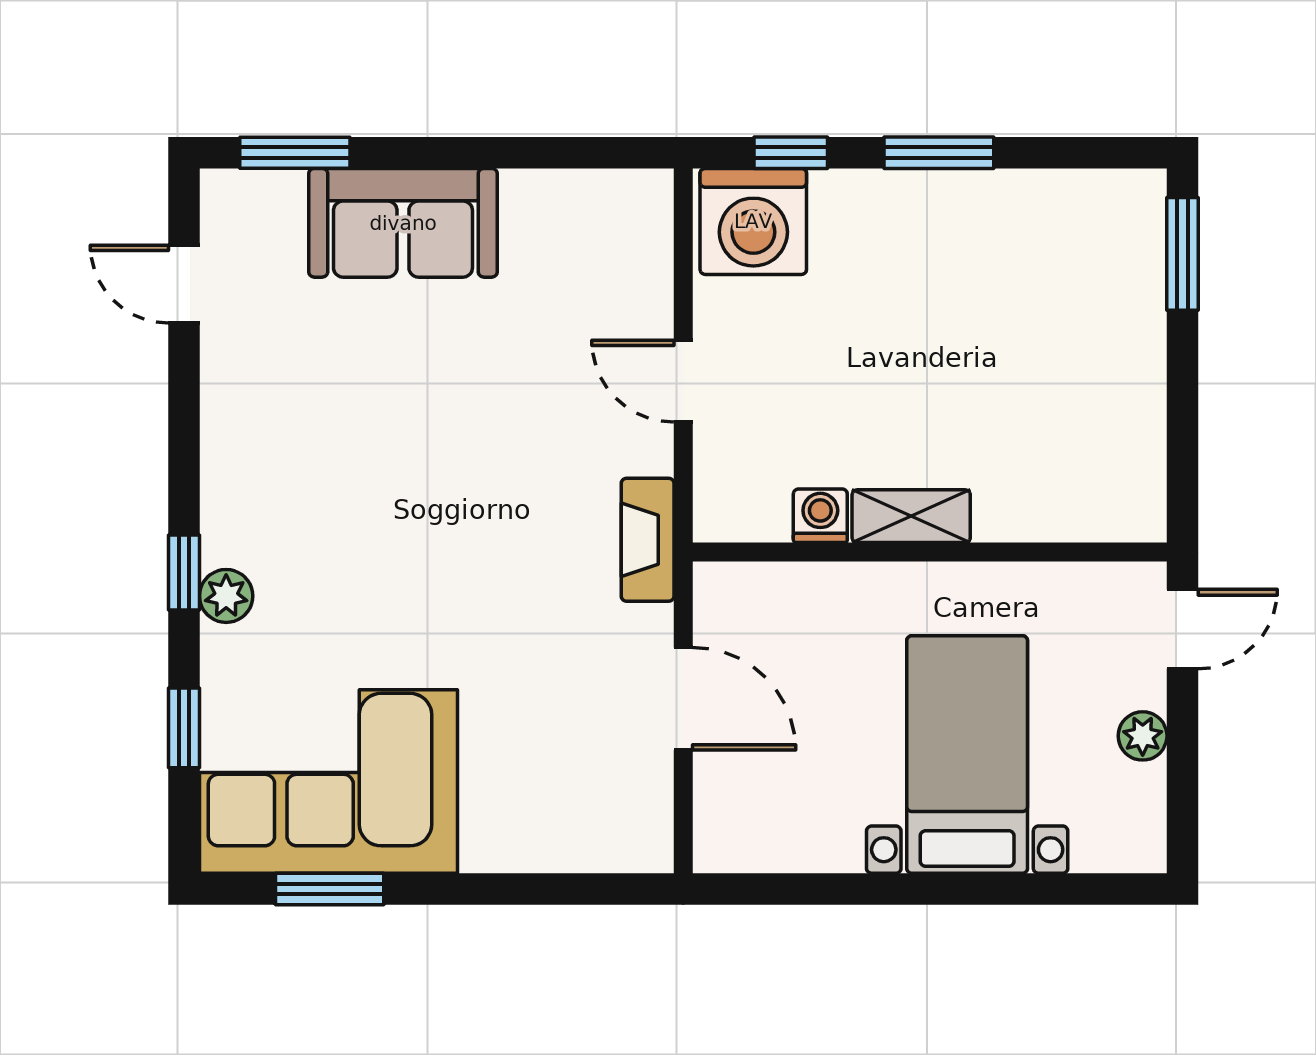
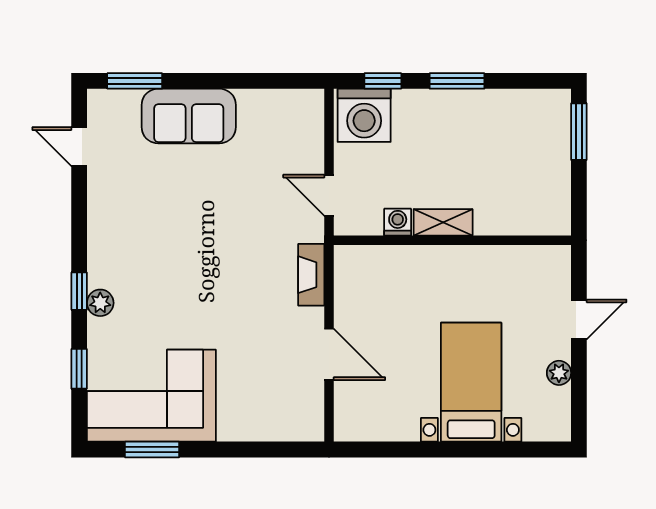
washing machine: (820, 516) -> (398, 222), moved
shelving: (911, 516) -> (443, 222), moved
wall: (930, 552) -> (452, 240), moved

